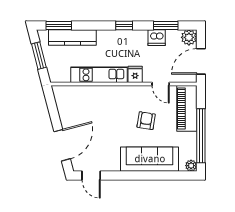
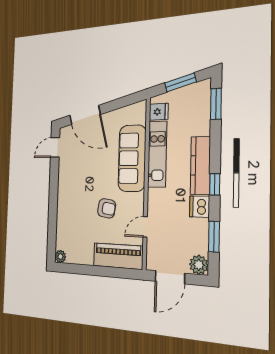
kitchen counter: (72, 37) -> (200, 165), moved
dishwasher: (157, 38) -> (200, 207), moved
door: (201, 61) -> (170, 277), swing flipped
fridge: (135, 74) -> (159, 112), moved
window: (201, 136) -> (89, 270), removed
sofa: (150, 159) -> (132, 158), moved, turned 180

